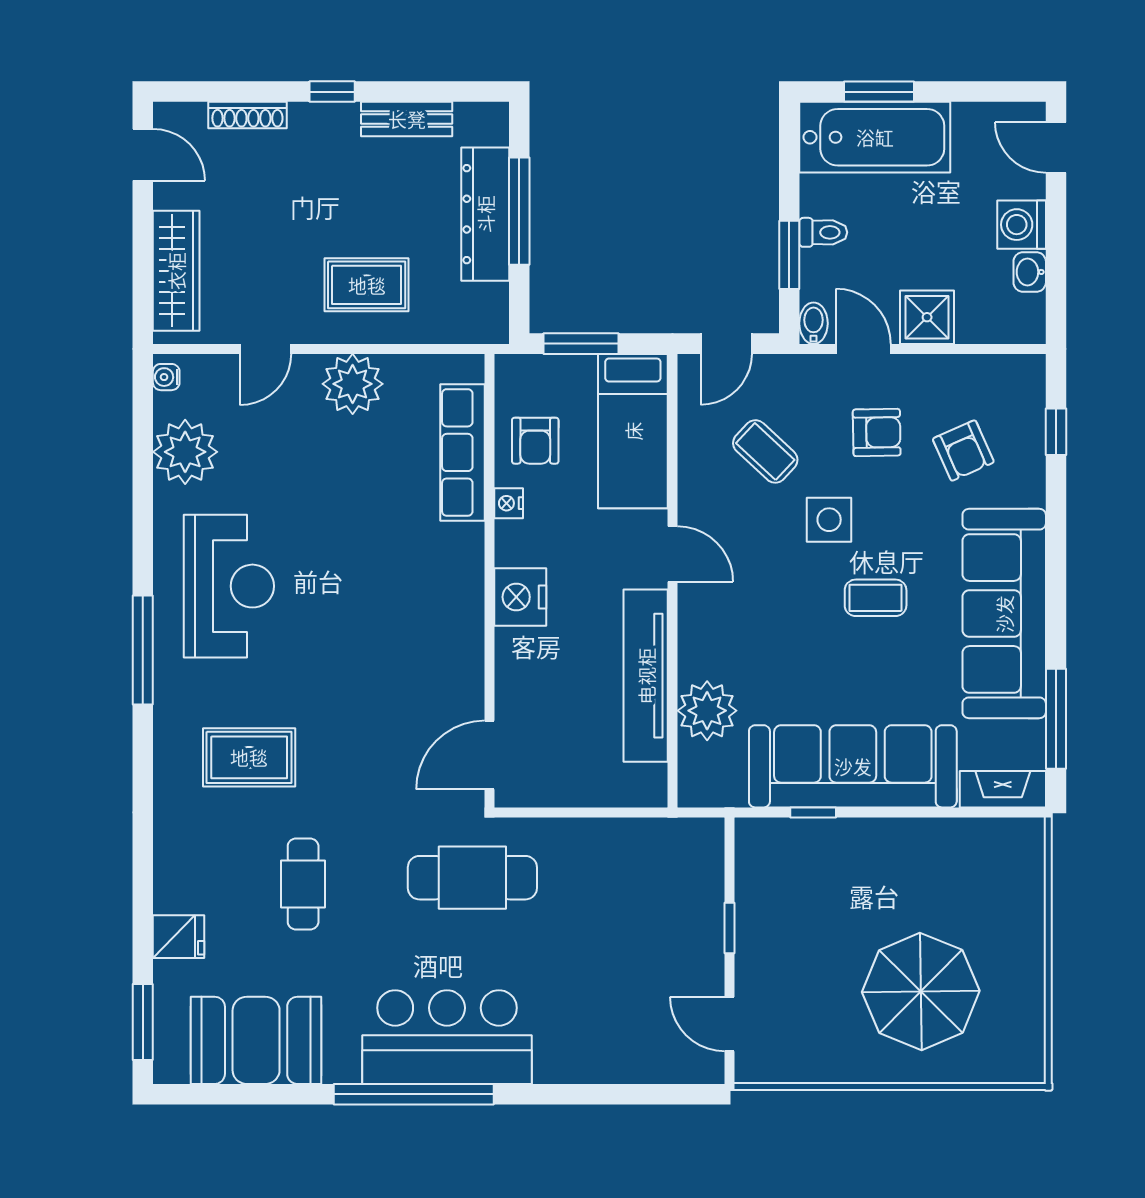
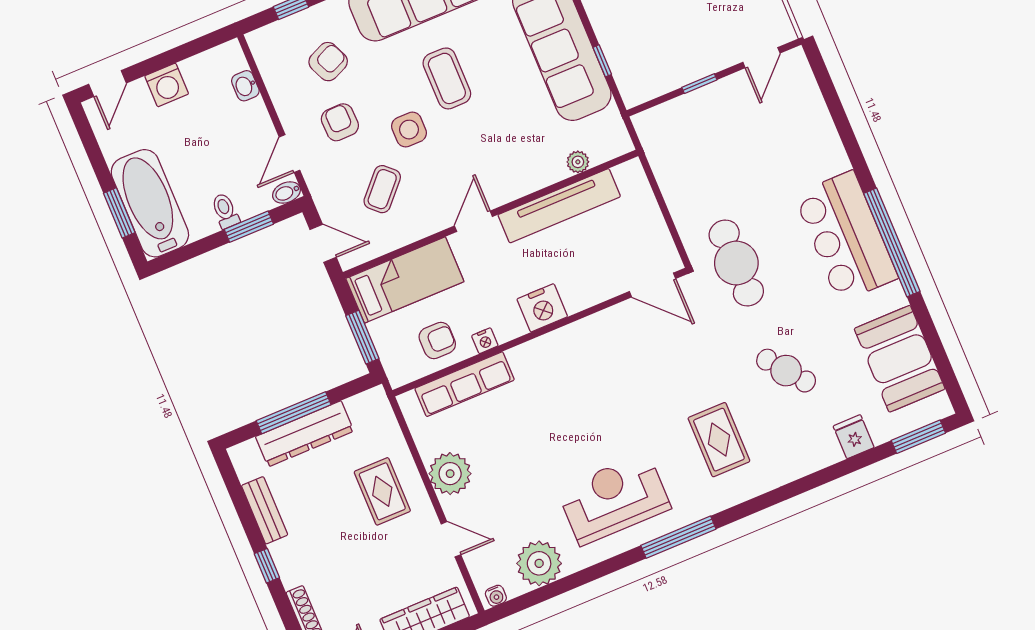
washbasin: (1030, 272) -> (245, 86), moved, turned 90
shower: (927, 317) -> (252, 121), removed
coffee table: (876, 598) -> (447, 78), width x1.36, depth x1.30
plant: (707, 711) -> (578, 162), width x0.53, depth x0.53
cafe table: (303, 884) -> (786, 371), turned 52

